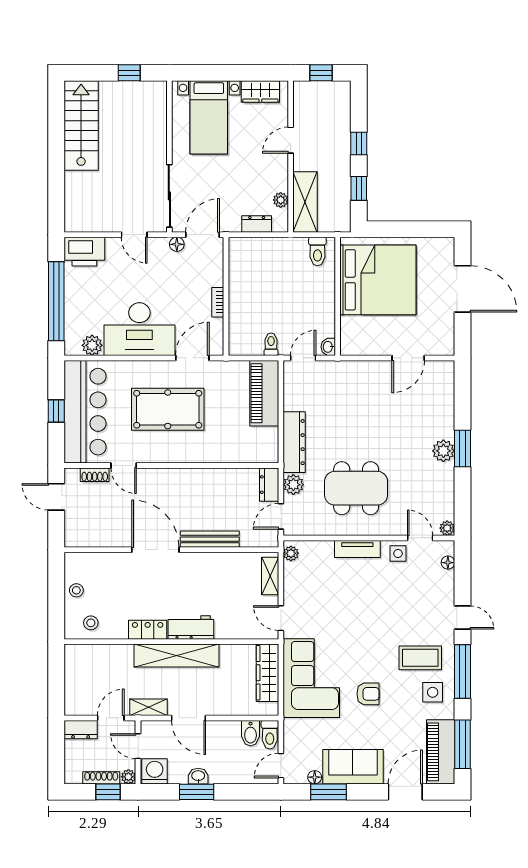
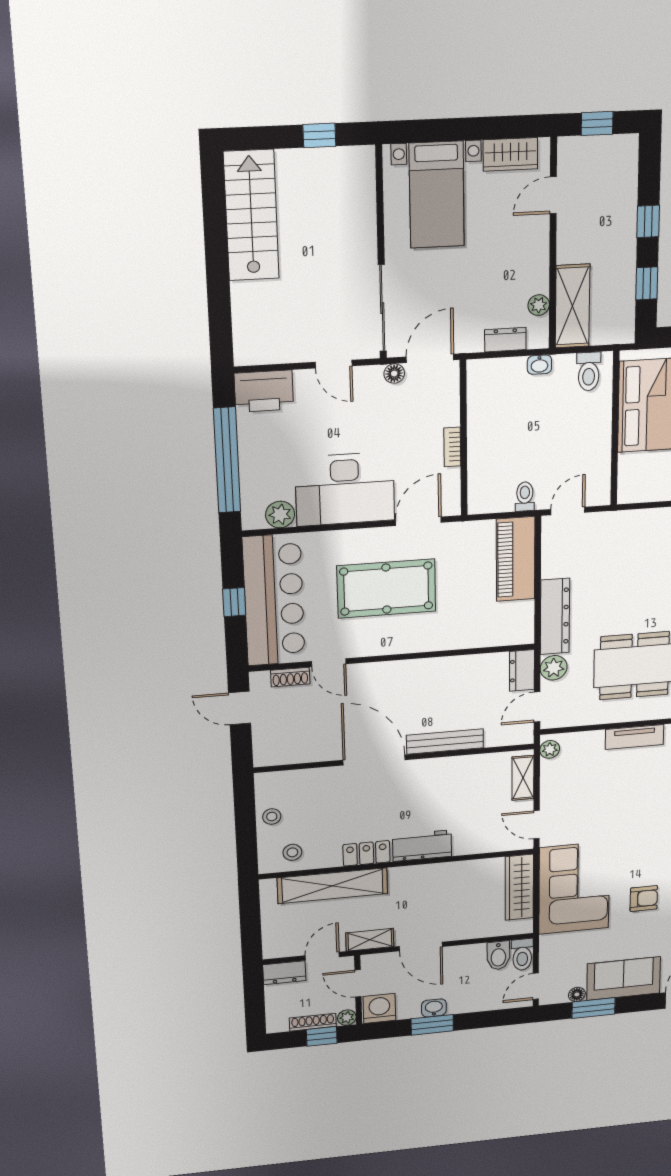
door: (291, 140) -> (553, 195), moved
washbasin: (328, 347) -> (539, 365), moved, turned -90
shelving: (177, 656) -> (333, 886), moved

